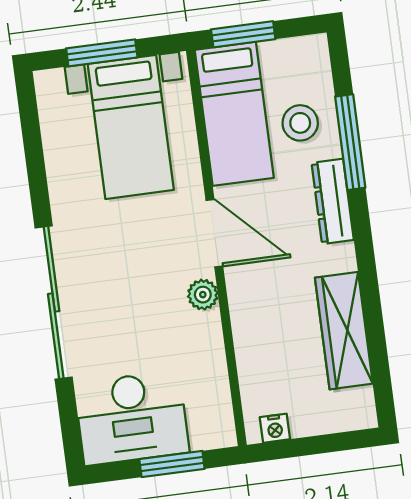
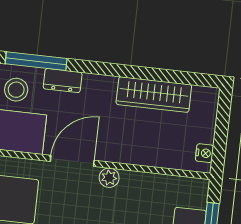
dresser: (333, 201) -> (63, 81), width x0.70

